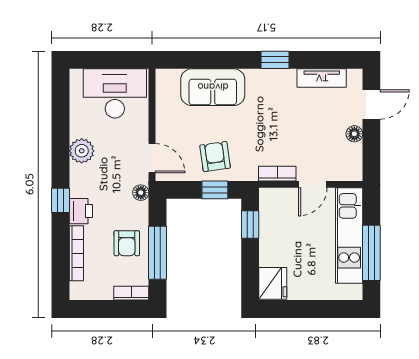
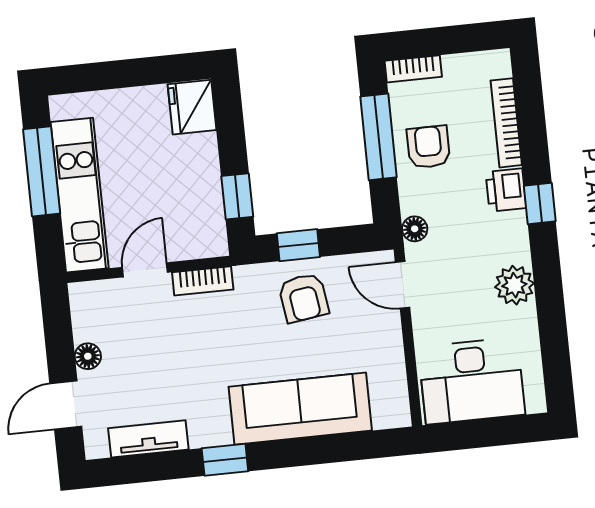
sofa: (213, 87) -> (300, 409), width x1.36

